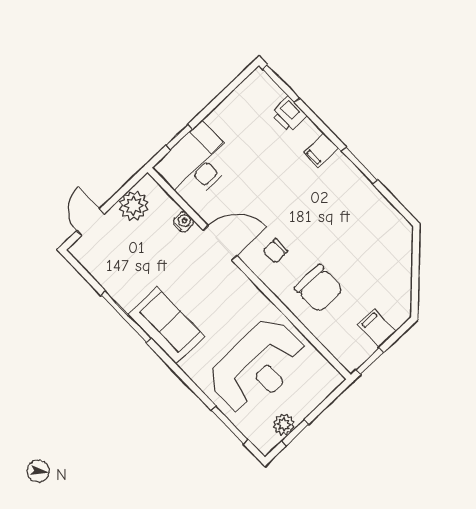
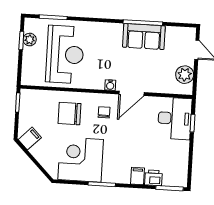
filing cabinet: (321, 150) -> (138, 176), moved
corner desk: (357, 220) -> (81, 160), added
water cooler: (183, 222) -> (110, 85), moved
sofa: (166, 325) -> (144, 37), moved
filing cabinet: (377, 328) -> (30, 139), moved, turned -45
reception desk: (257, 366) -> (65, 54), turned 180

